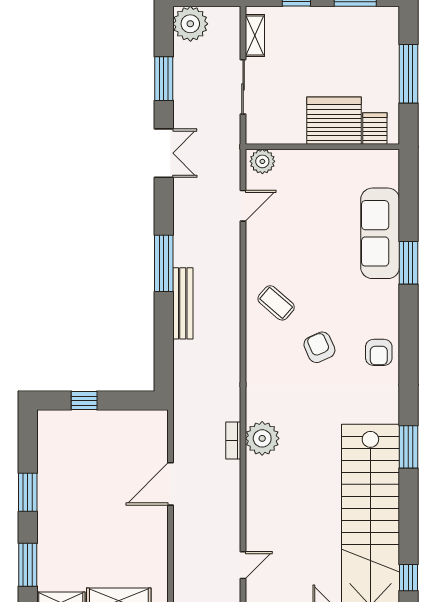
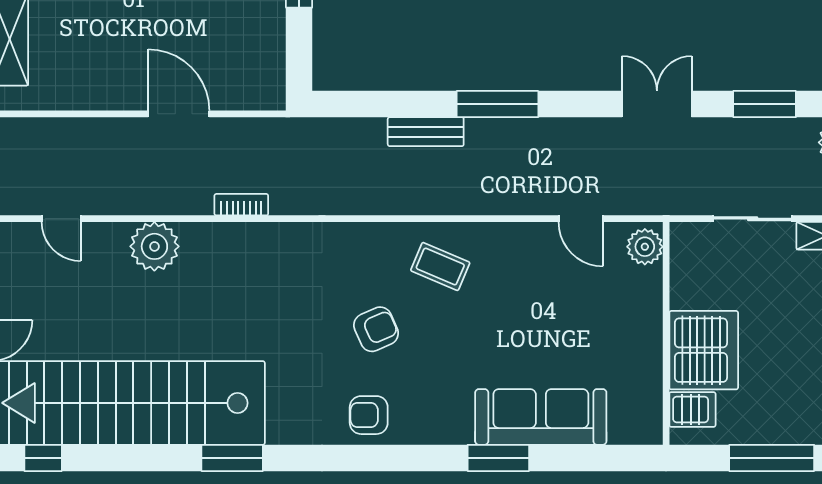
double door: (164, 153) -> (657, 104), swing flipped
bench: (183, 303) -> (426, 132), width x0.73
coffee table: (276, 303) -> (440, 266), turned 72
plant: (262, 438) -> (154, 246), moved

